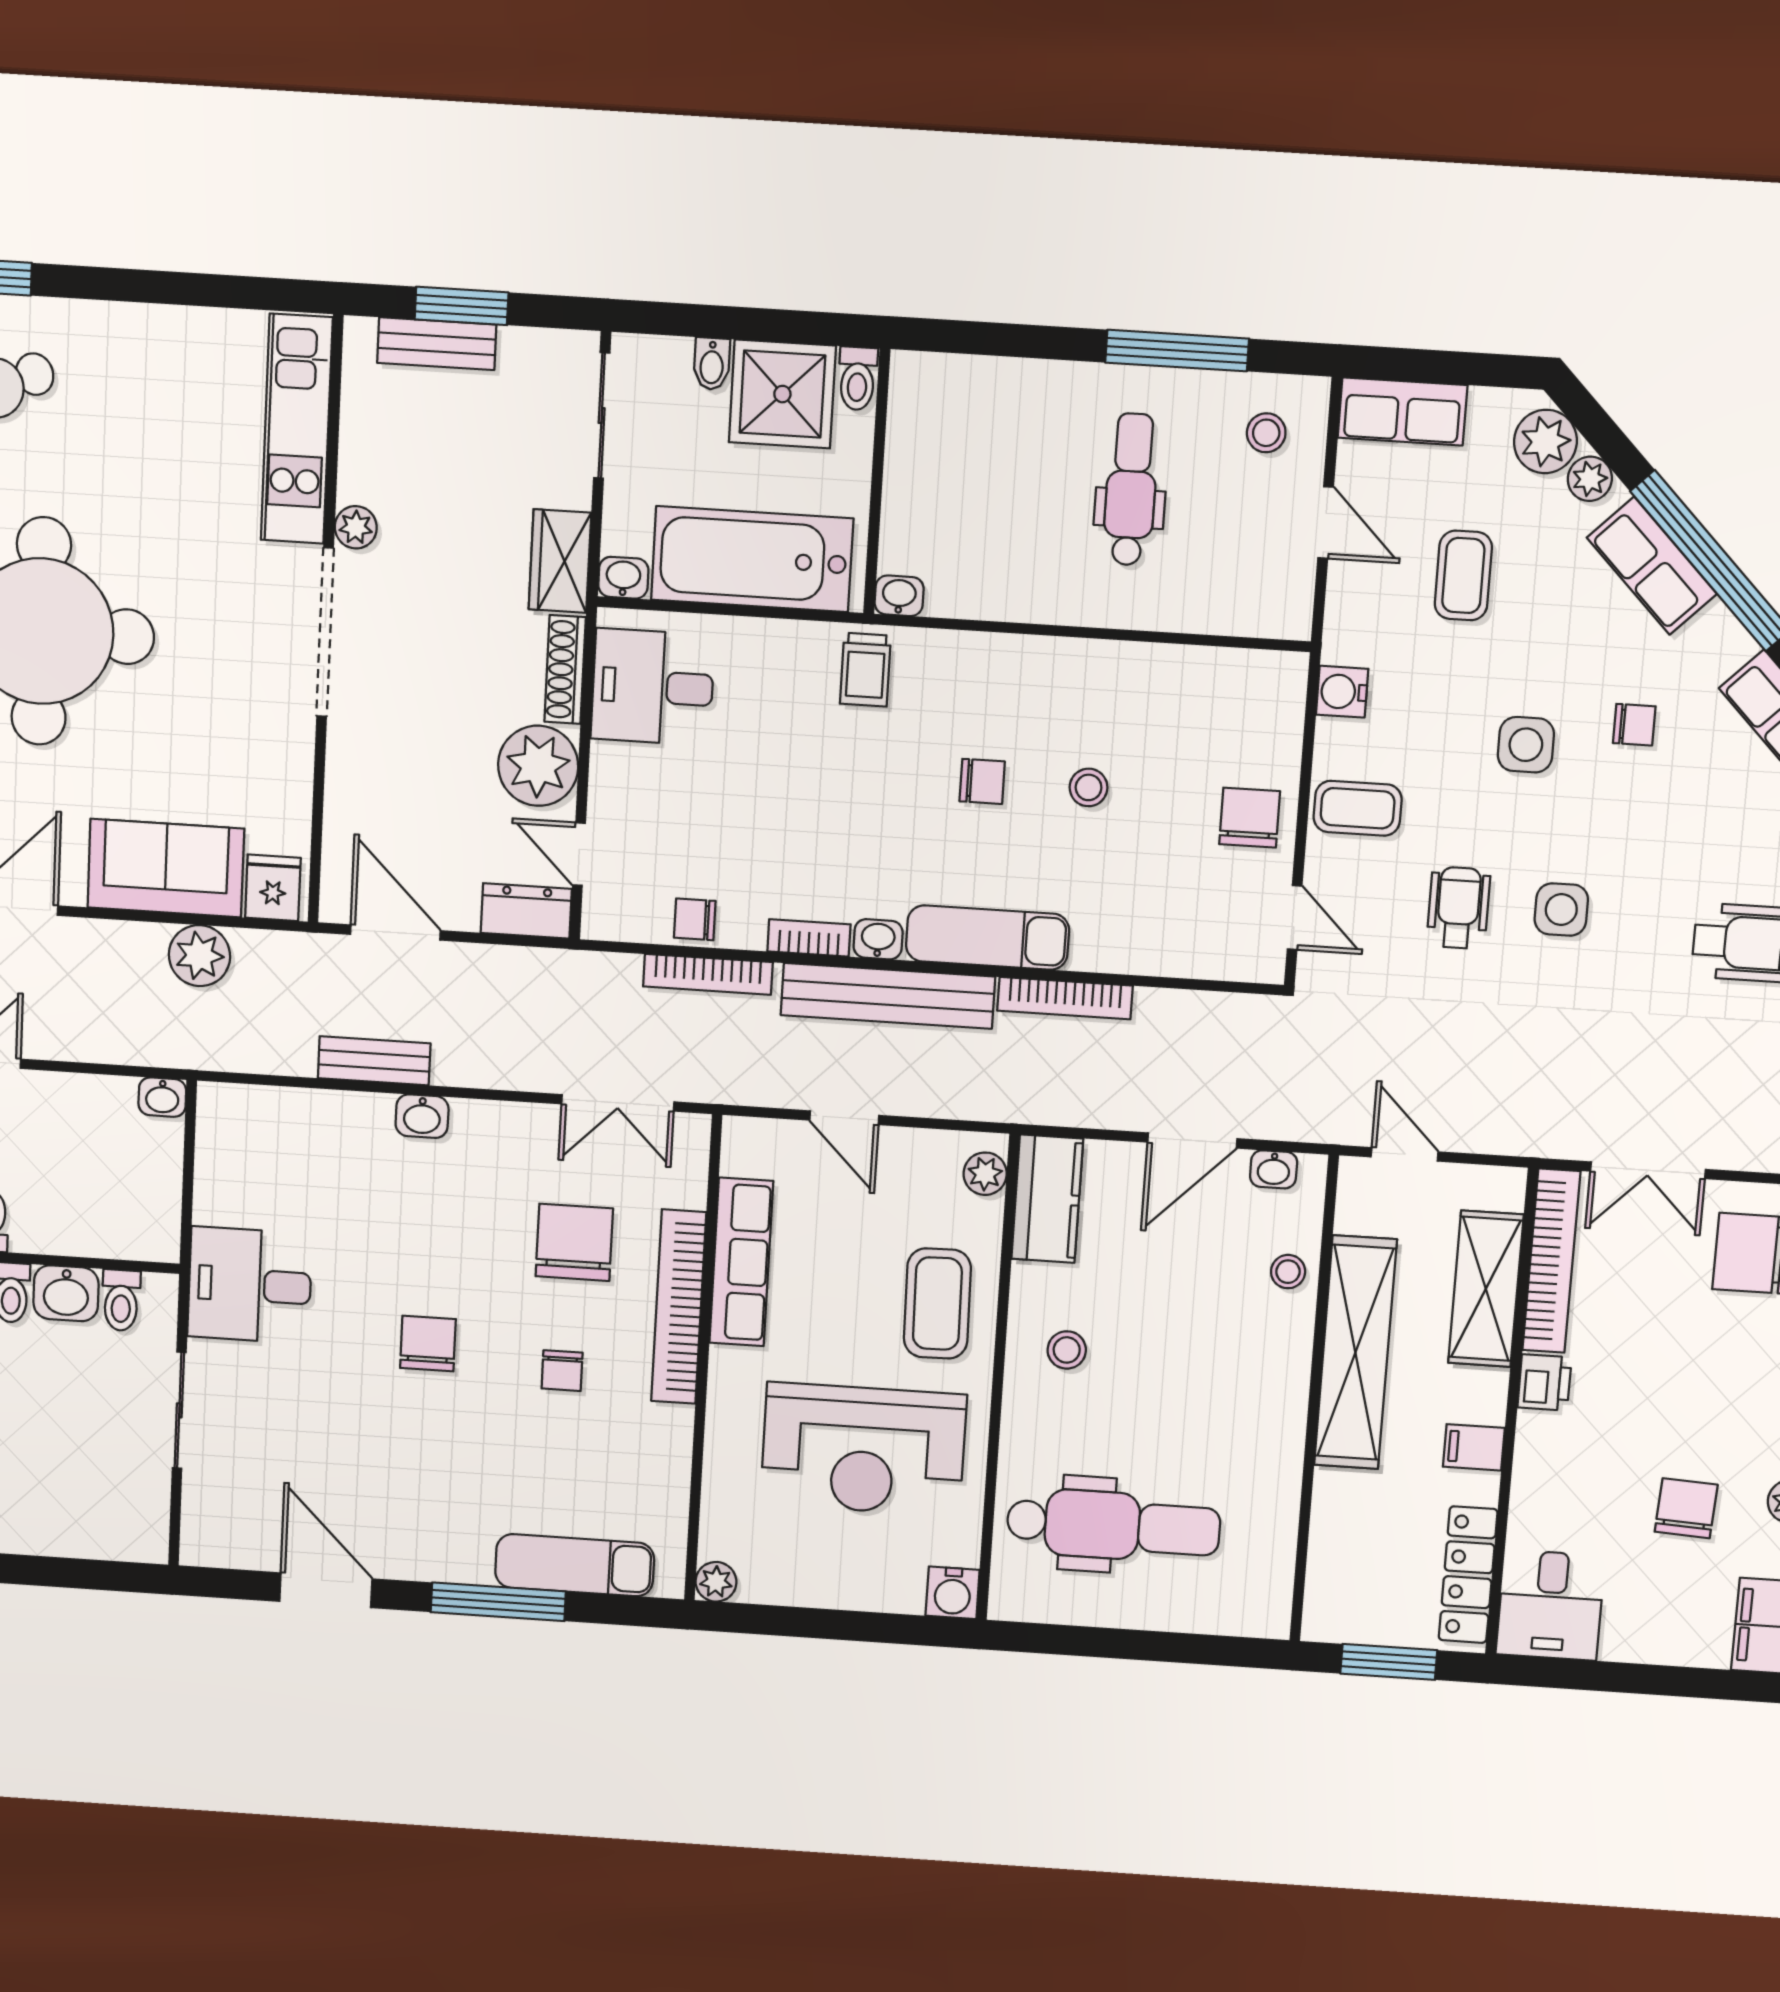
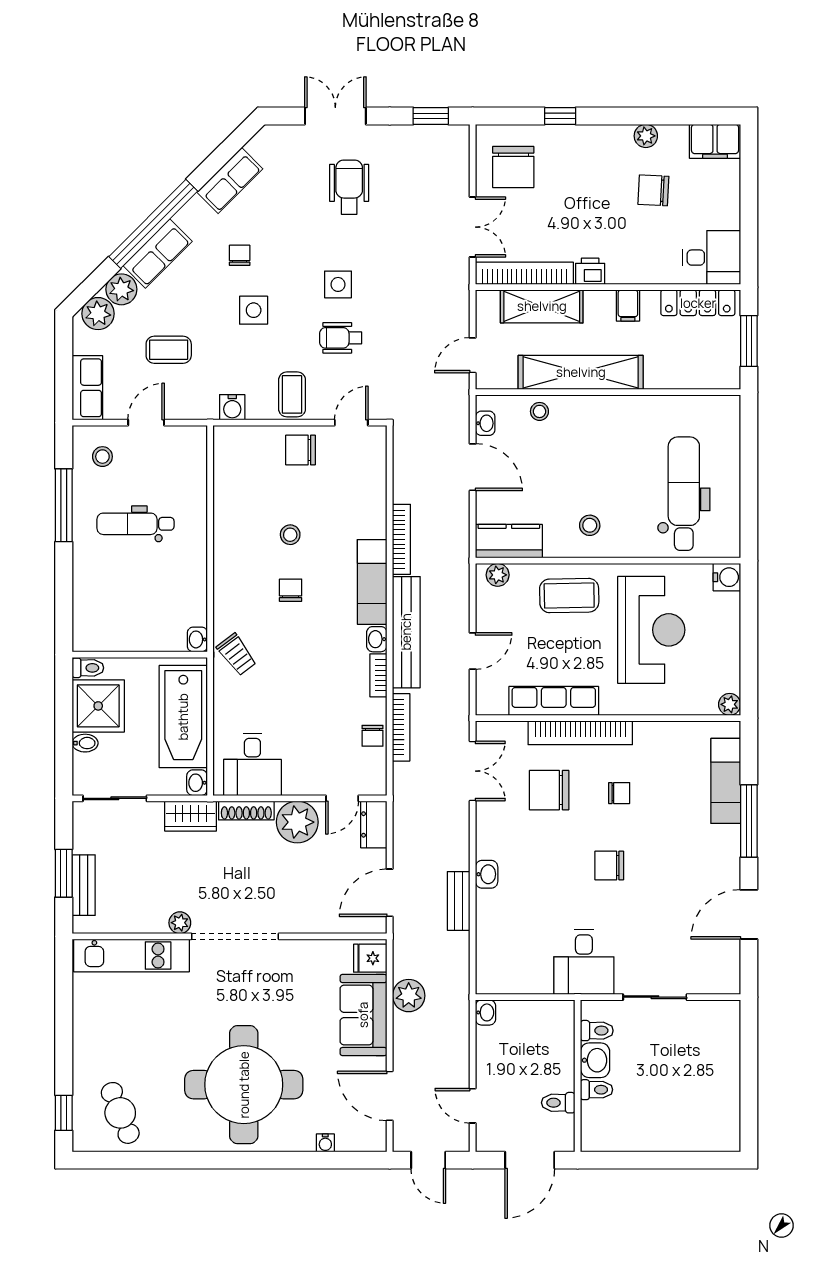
plant: (1590, 479) -> (121, 289), width x1.38, depth x1.38
trolley: (865, 670) -> (237, 655), turned 53

